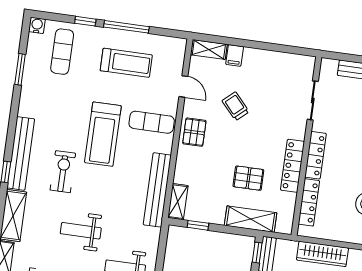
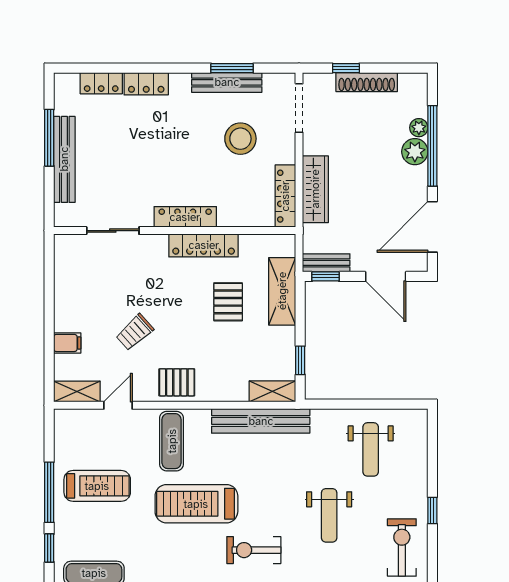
shelving: (209, 50) -> (77, 391), moved, turned 90
treadmill: (126, 63) -> (97, 486), turned 90
treadmill: (103, 134) -> (196, 504), turned 180
locker: (309, 202) -> (285, 196), moved, turned -90

